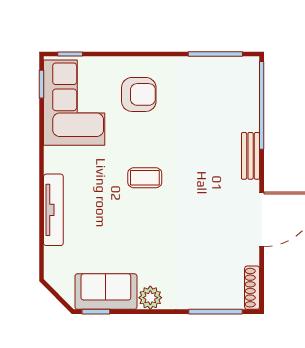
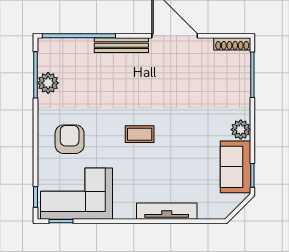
plant: (206, 69) -> (48, 83), added
bench: (251, 156) -> (121, 45), width x1.36
coffee table: (145, 178) -> (140, 134), turned 90

